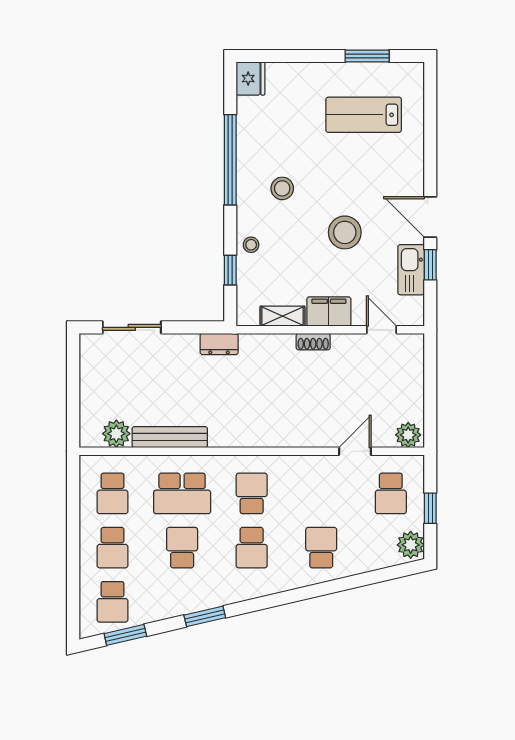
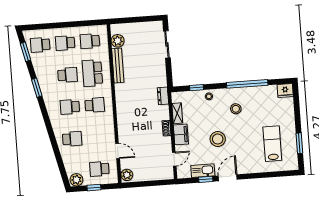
dresser: (219, 344) -> (163, 96), moved

